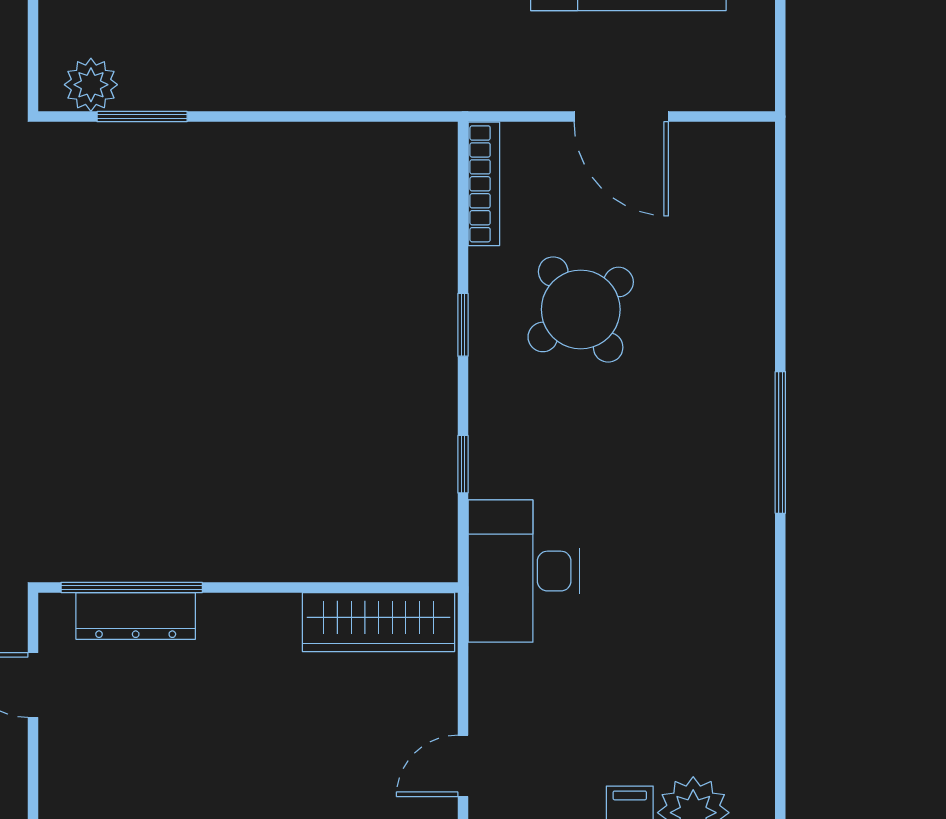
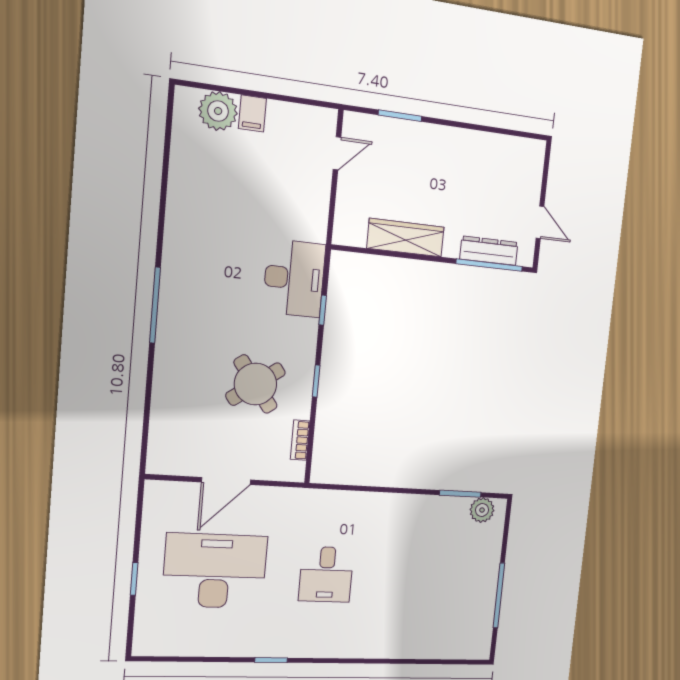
door: (621, 117) -> (226, 481), swing flipped
bookcase: (484, 184) -> (300, 440), width x0.64
desk: (524, 571) -> (294, 278), moved
wardrobe: (378, 622) -> (406, 238), moved

